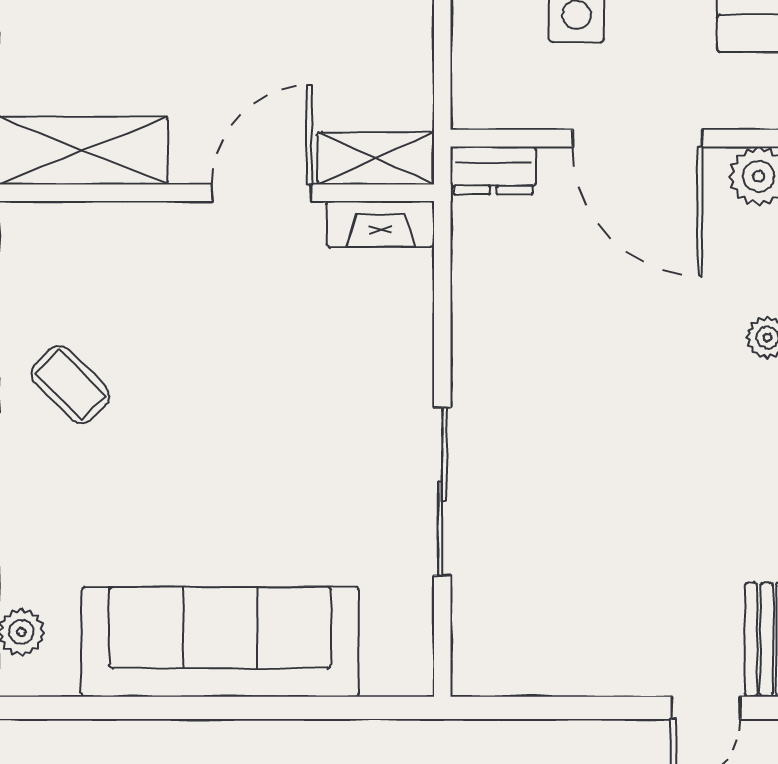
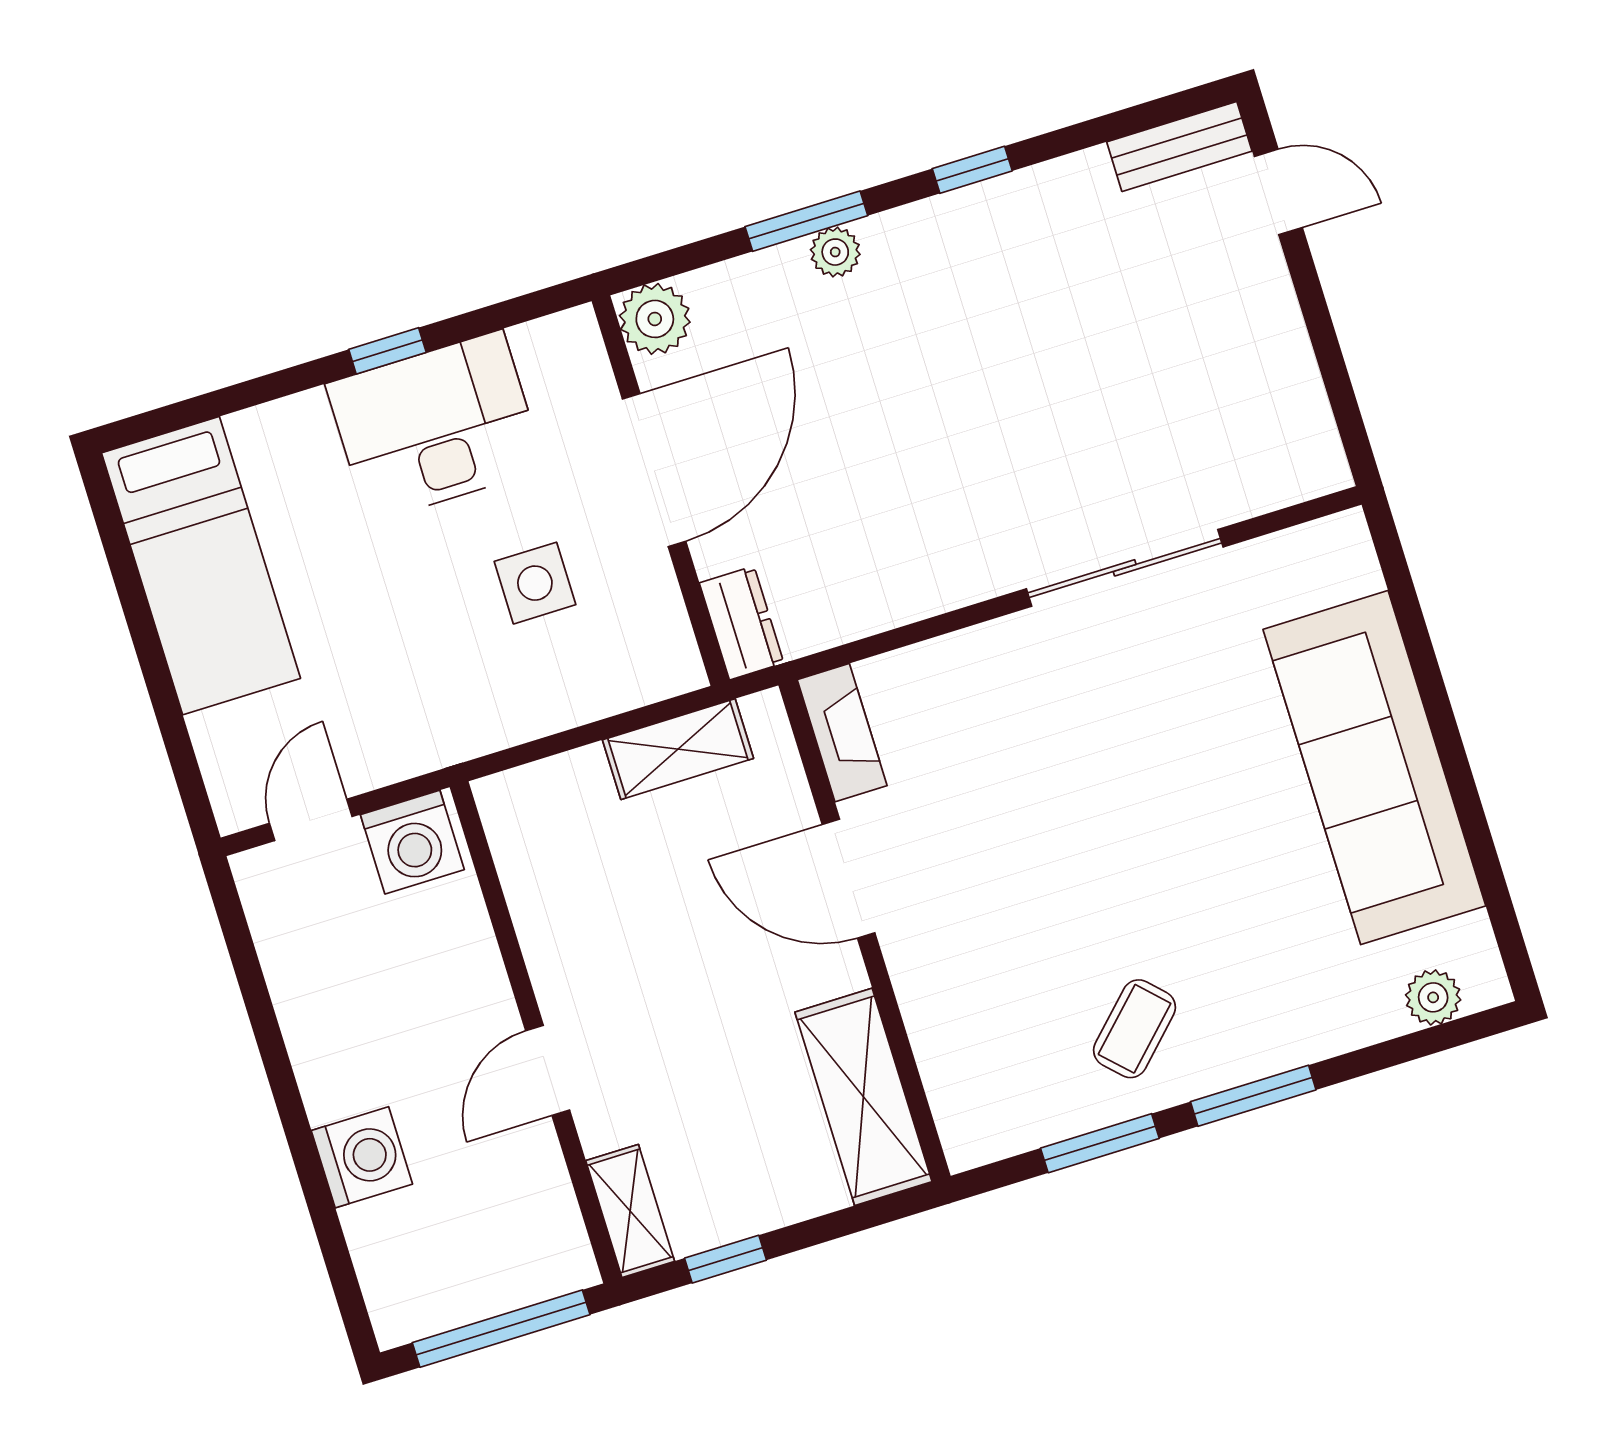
shelving: (376, 158) -> (678, 749), moved, turned 90

